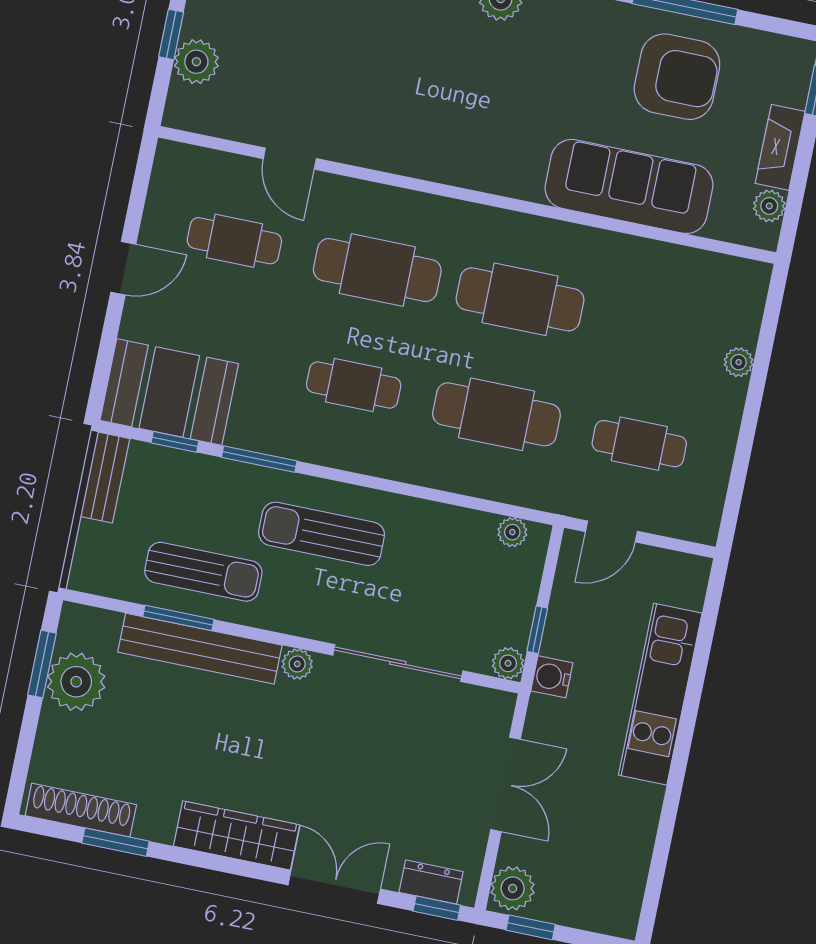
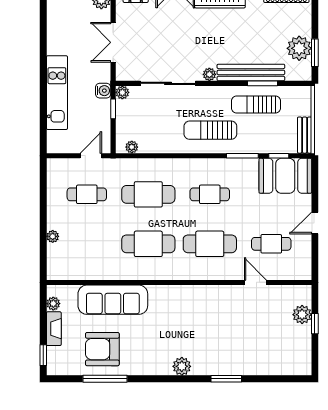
sun lounger: (322, 534) -> (210, 130), turned 180

